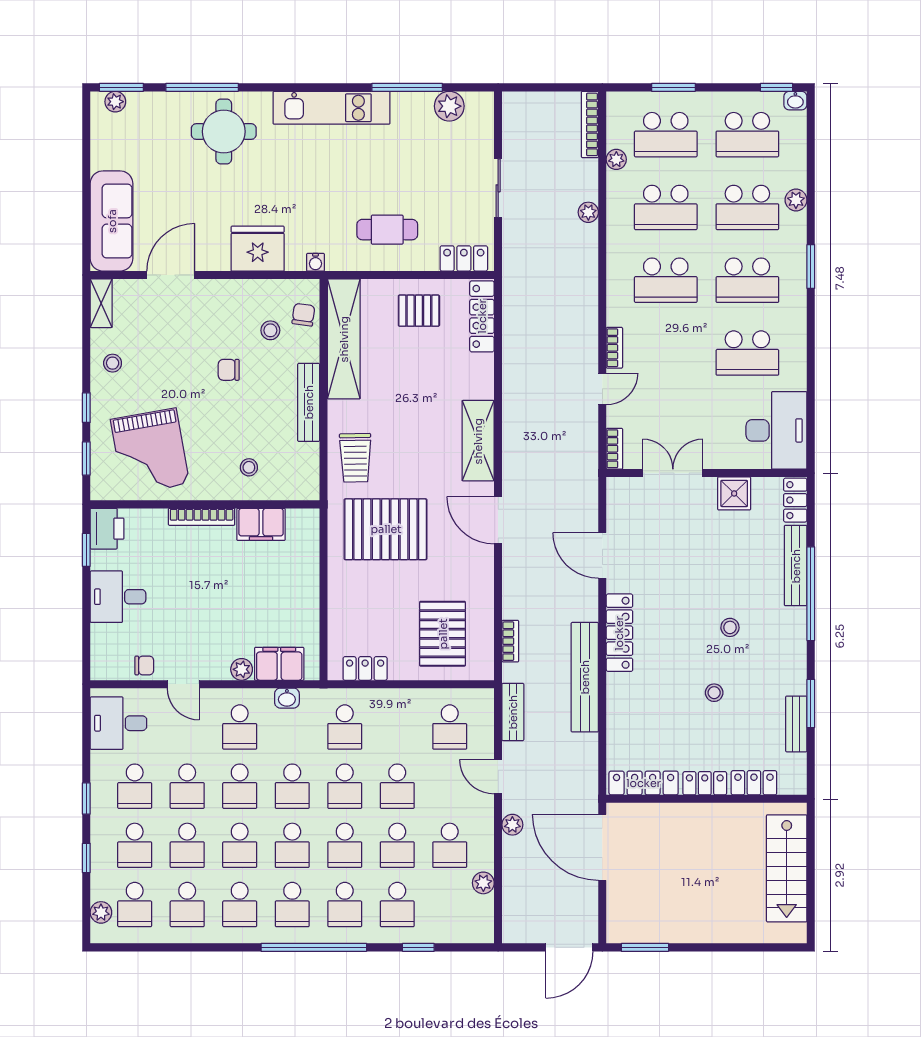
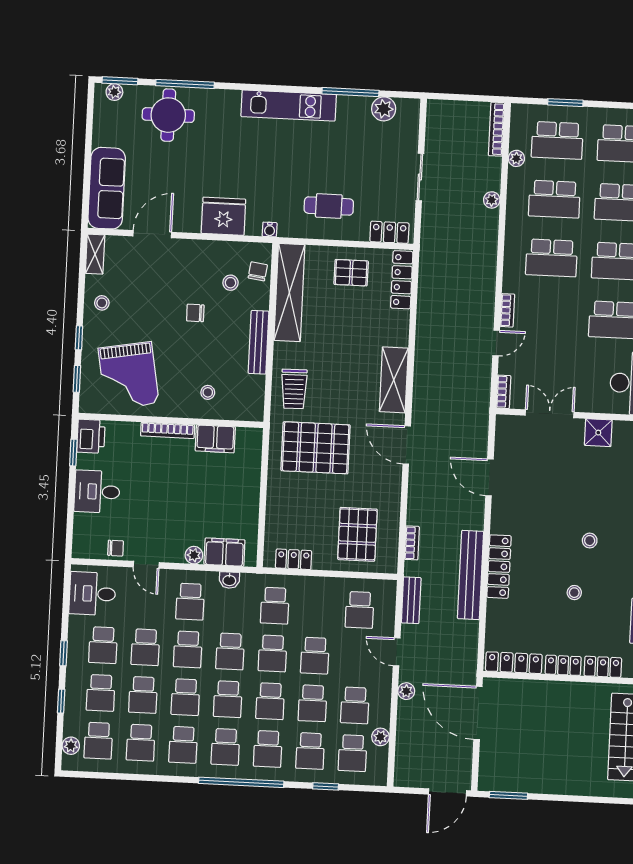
round table: (224, 132) -> (168, 115), moved
locker: (619, 633) -> (499, 567), moved
school desk: (450, 904) -> (353, 753), added

